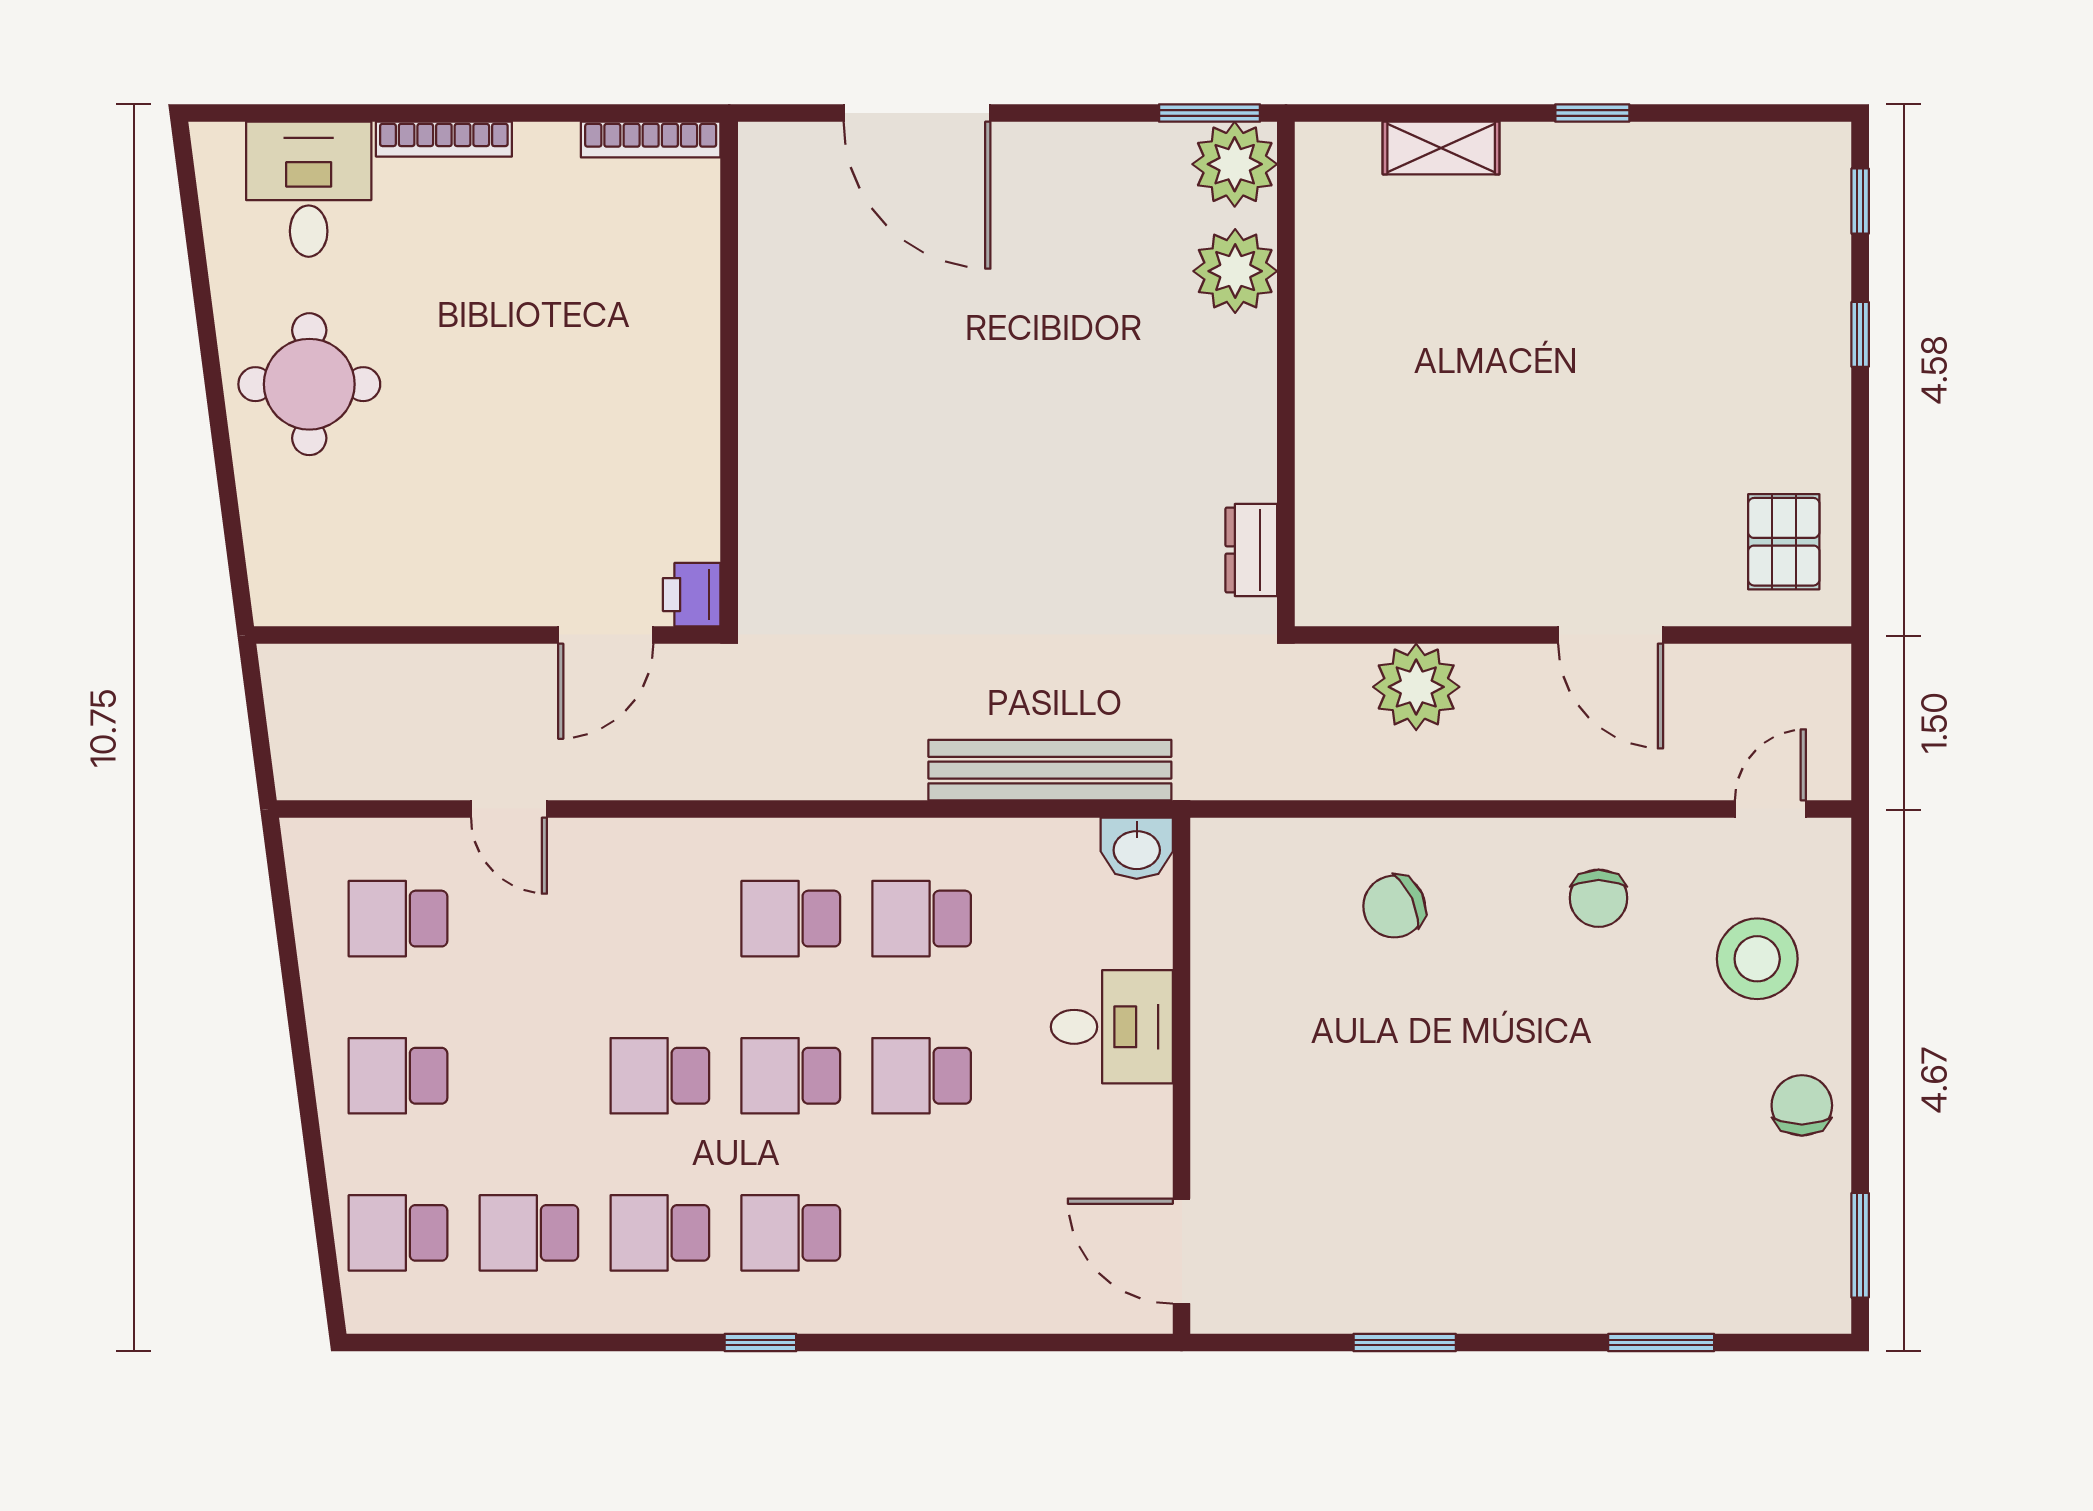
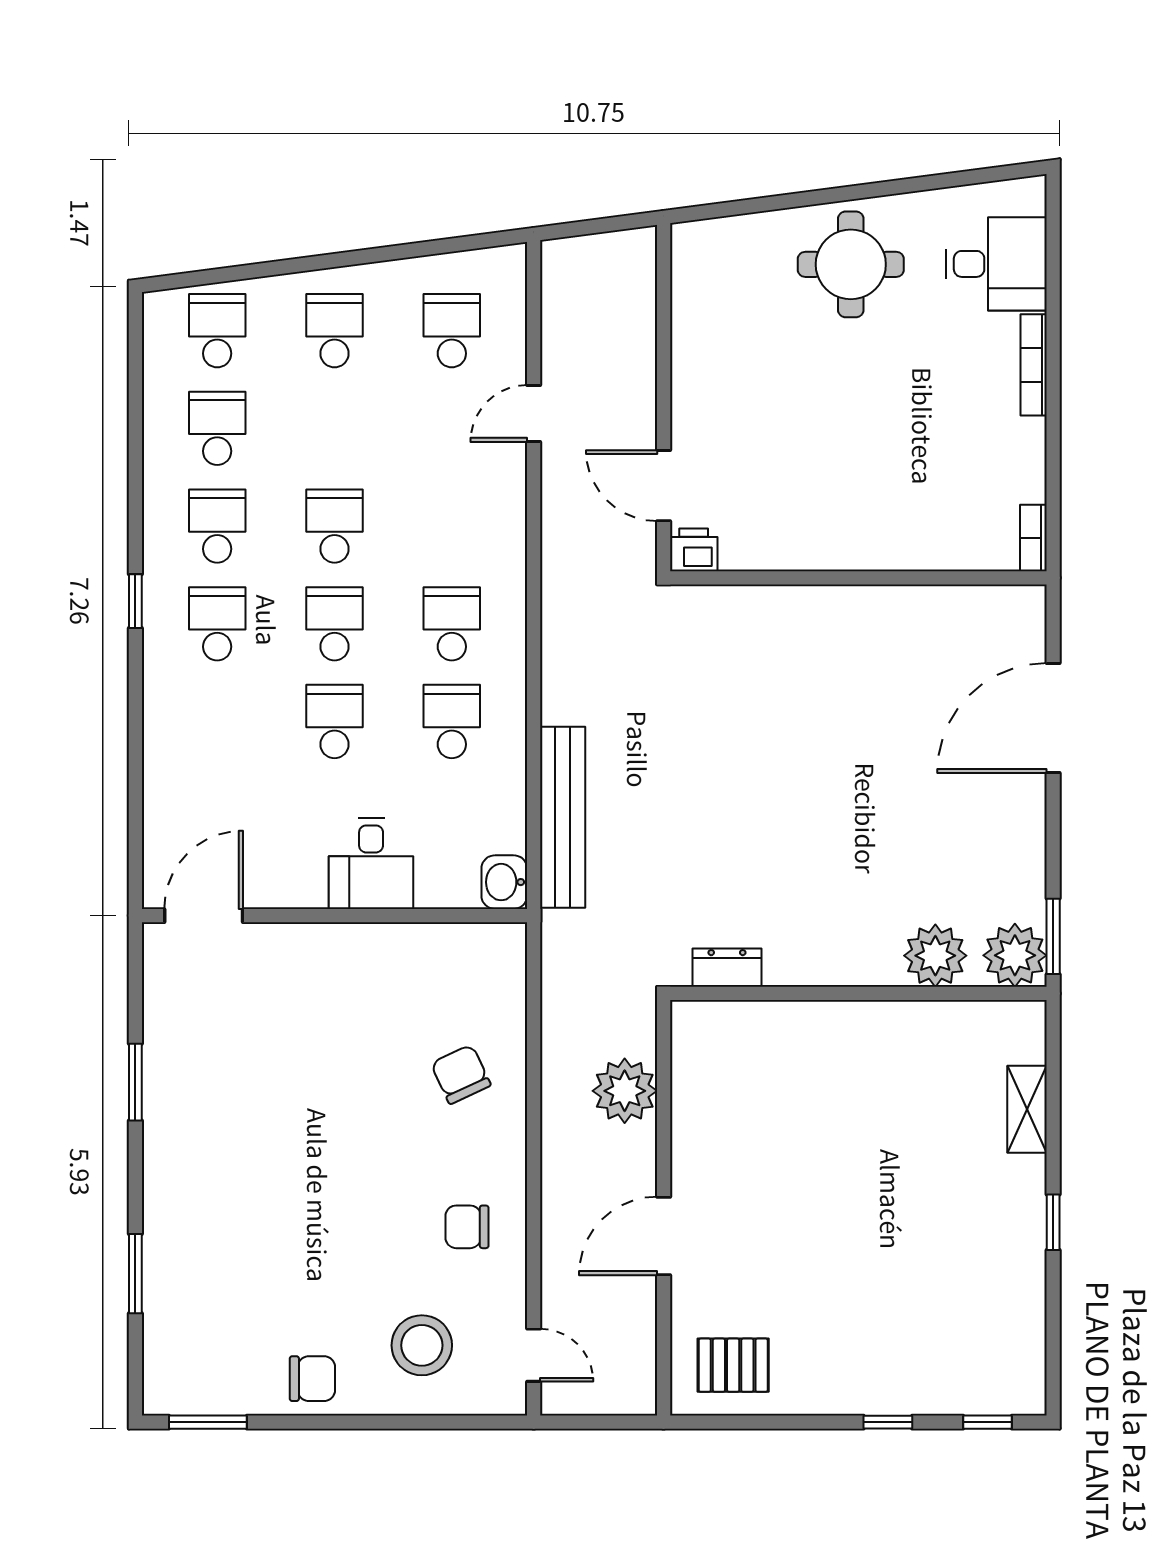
bookcase: (651, 140) -> (1033, 538), width x0.64

